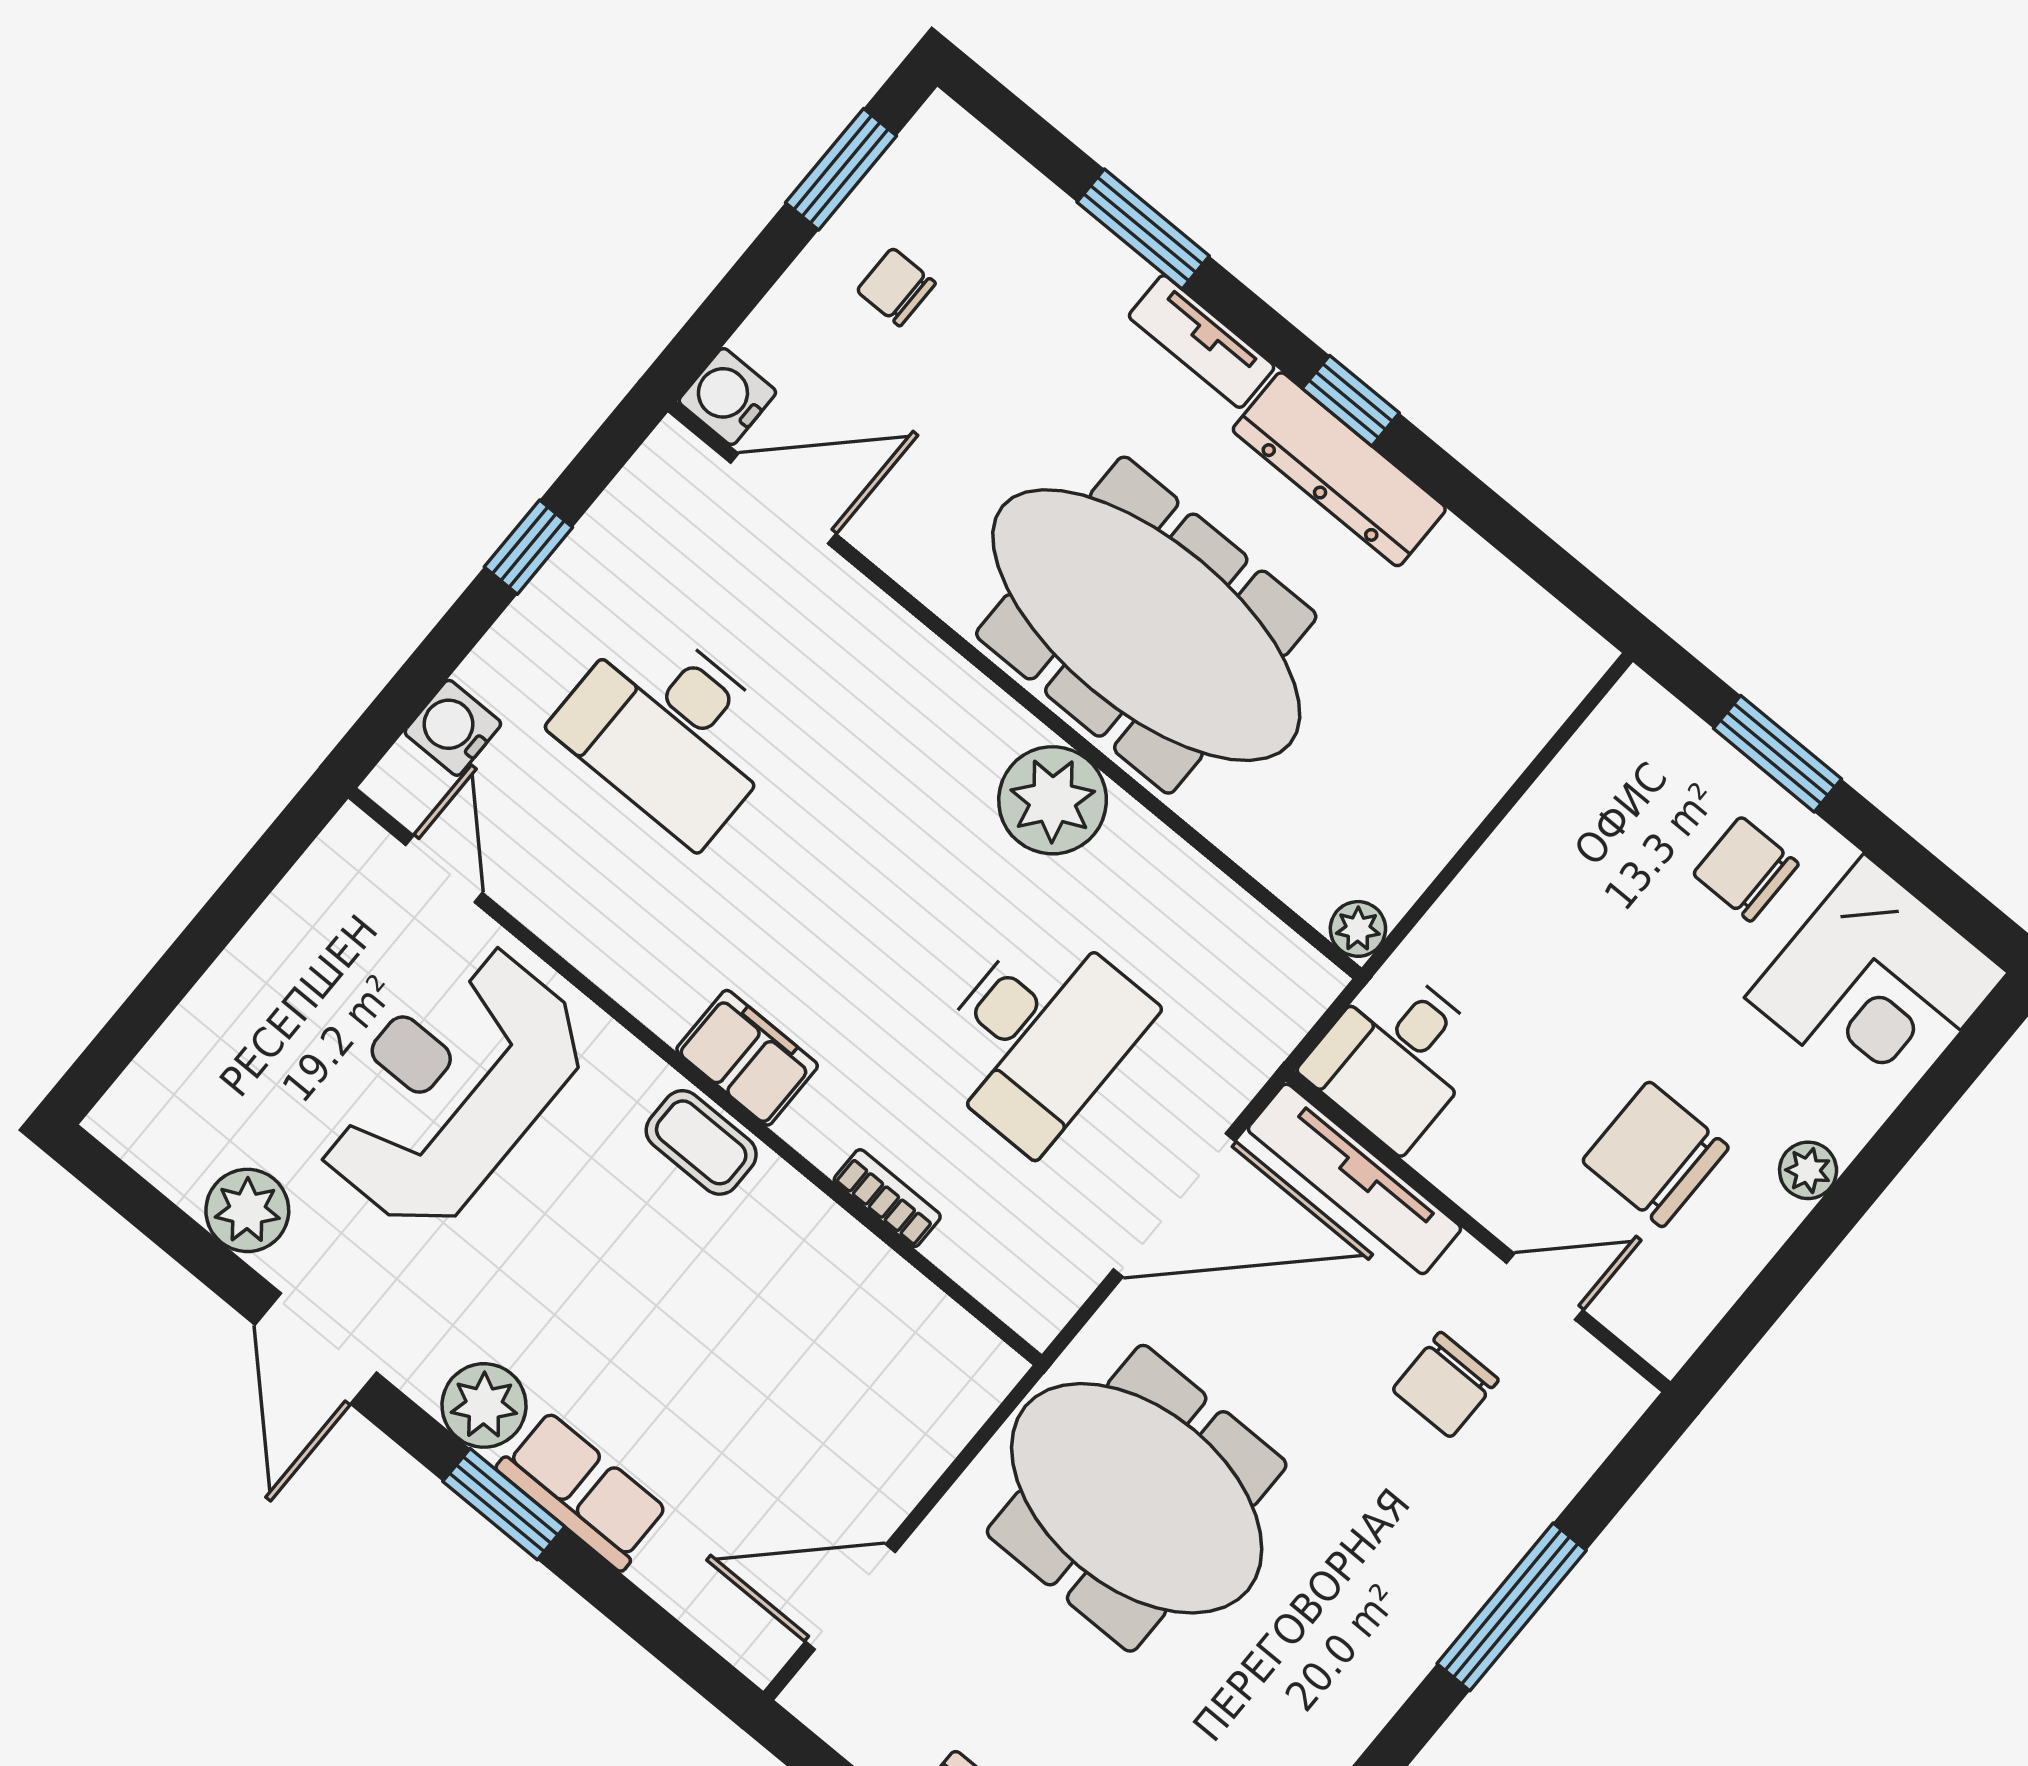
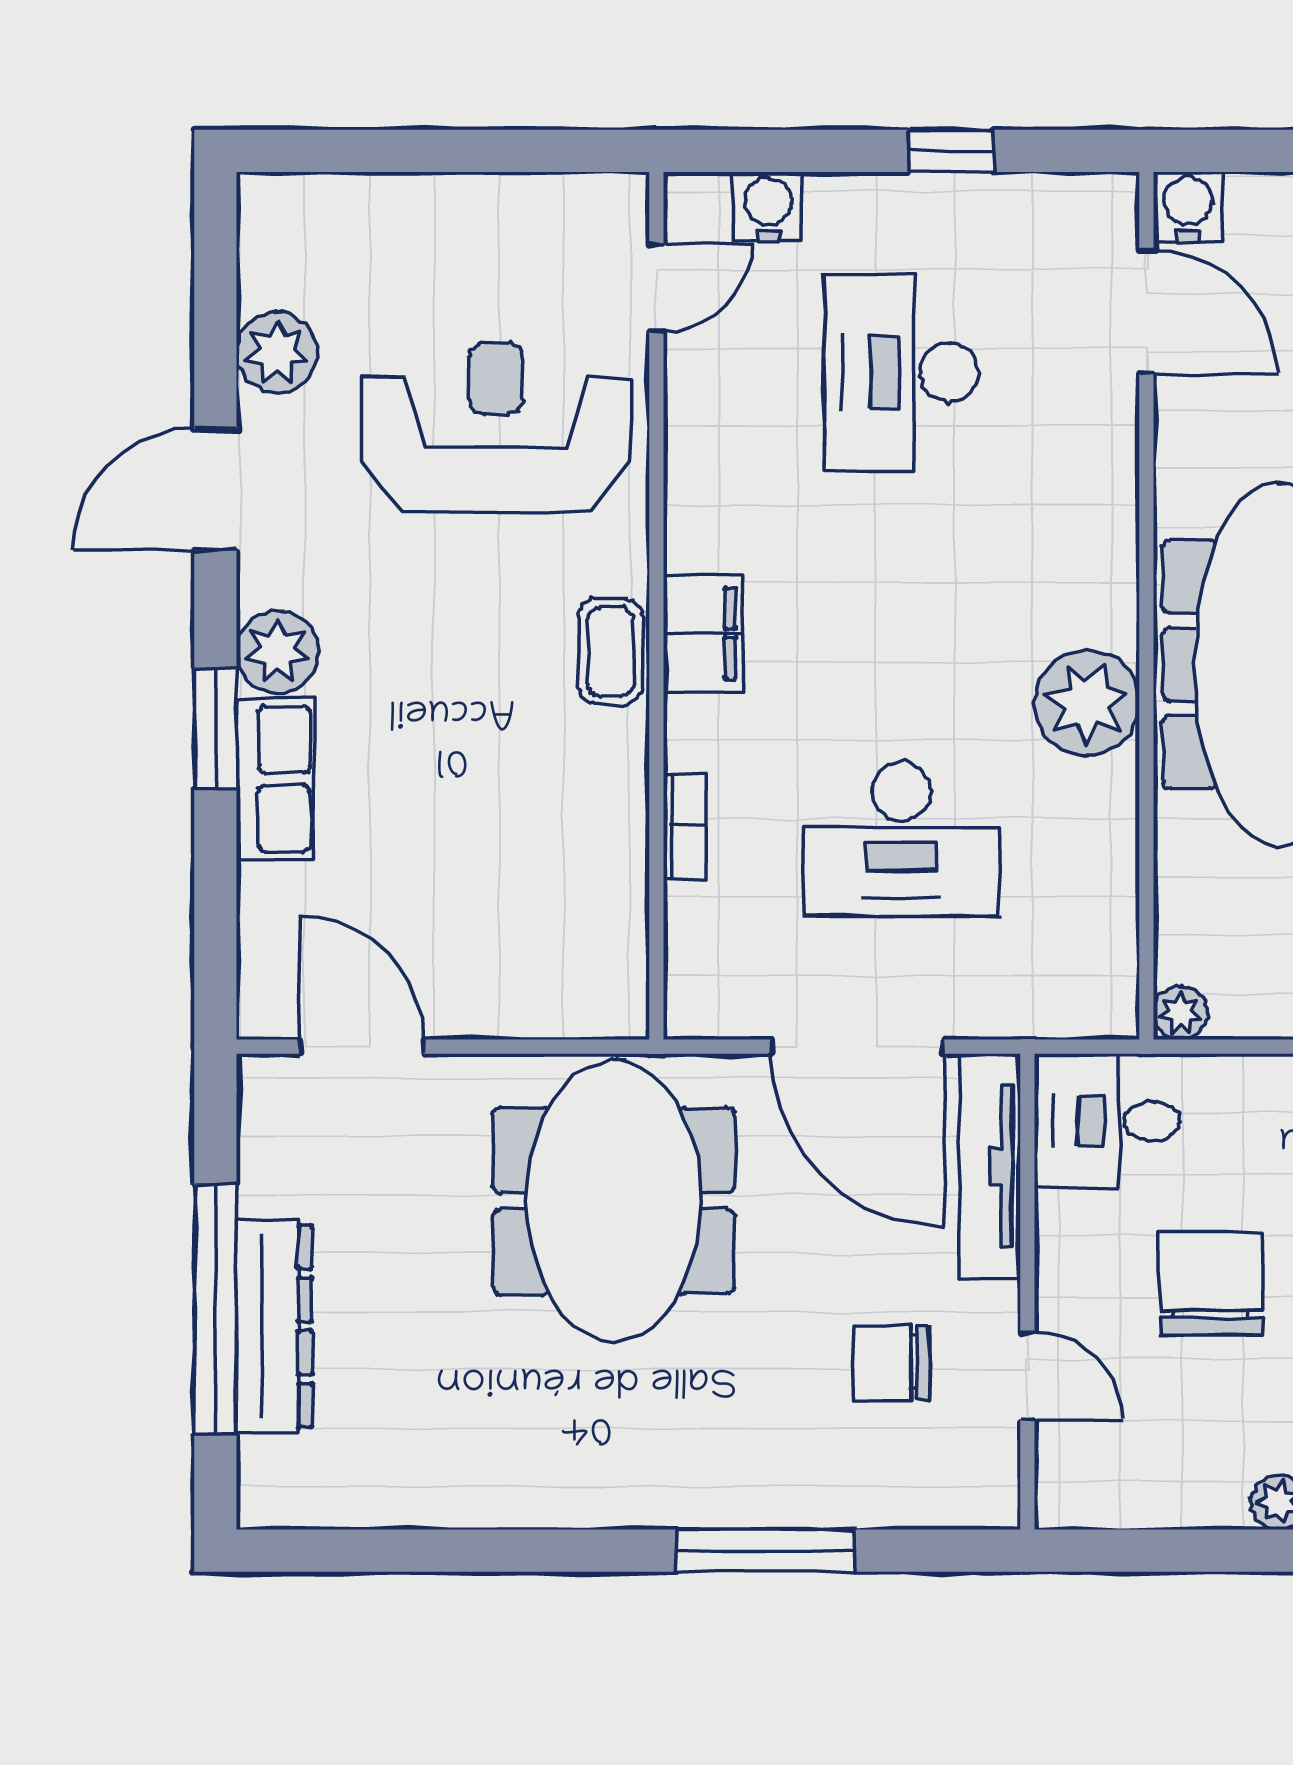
chair: (1655, 1154) -> (1211, 1283), moved

